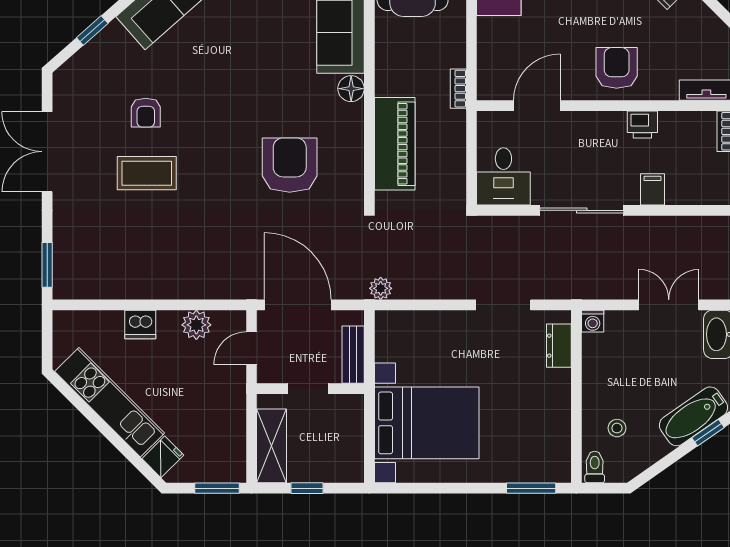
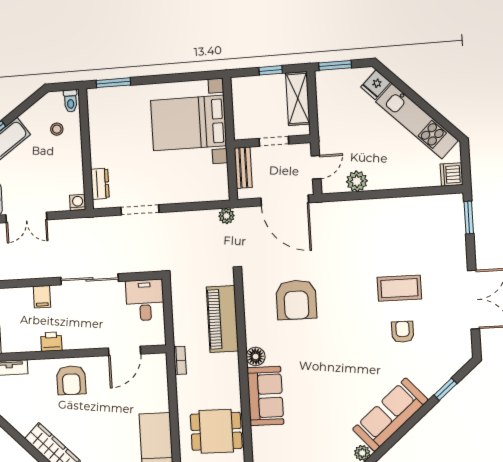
dishwasher: (140, 324) -> (452, 174), moved, turned -90

